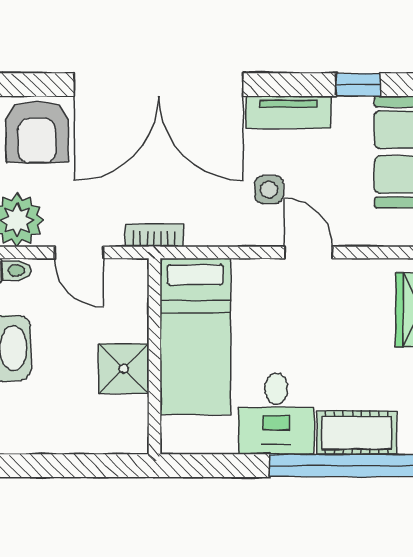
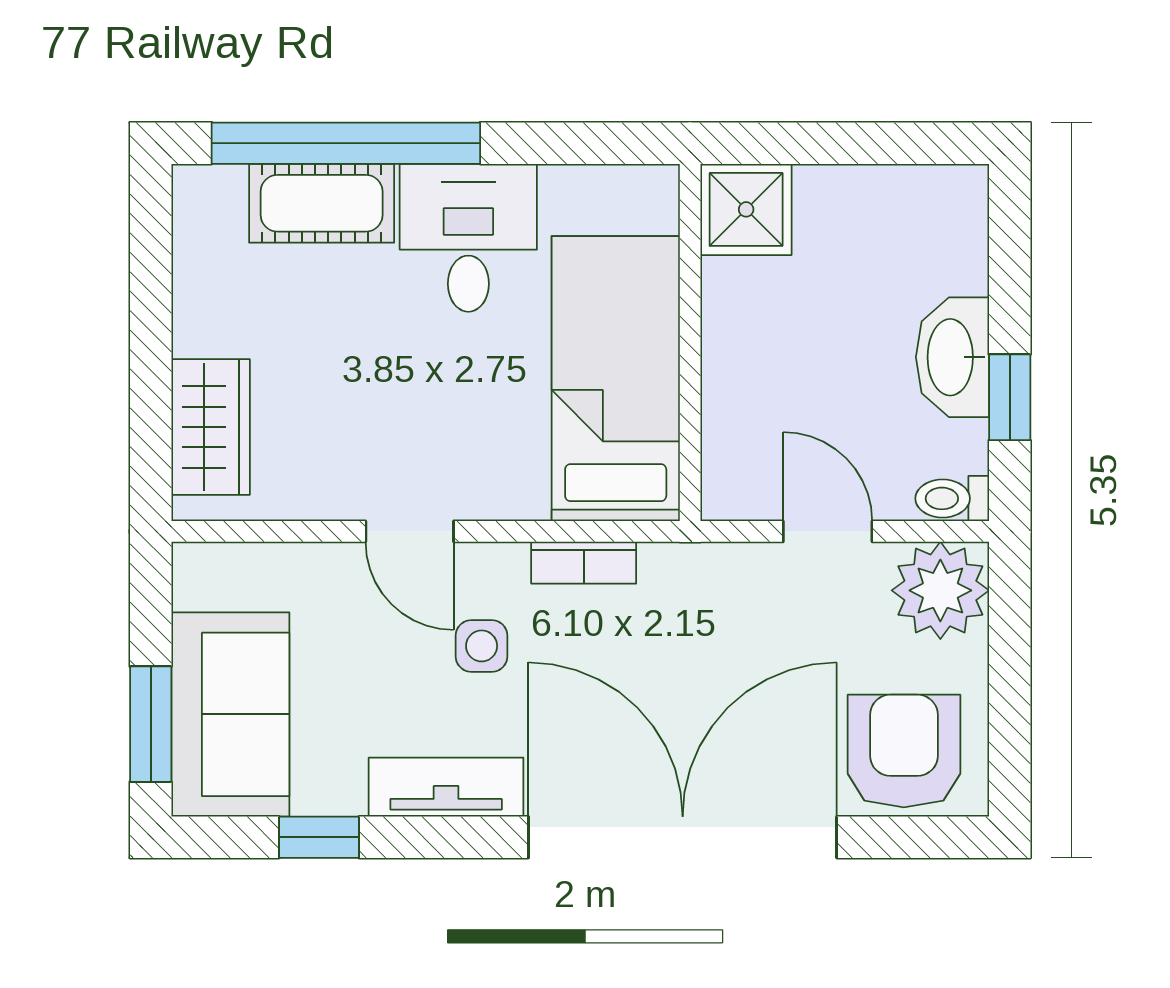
bookcase: (154, 235) -> (584, 563), moved
shower: (124, 369) -> (746, 209), moved

